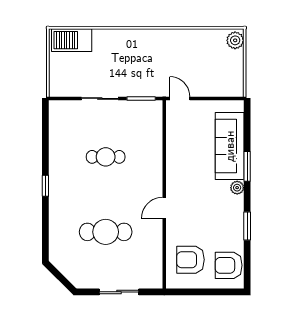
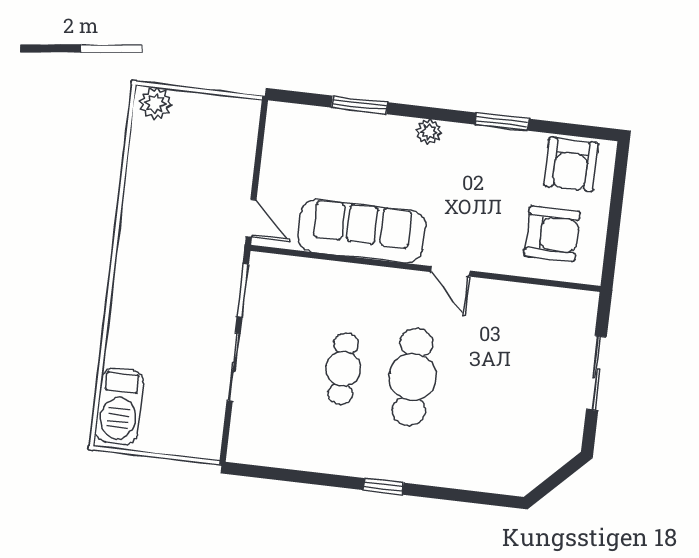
door: (180, 98) -> (251, 218), swing flipped
sofa: (230, 146) -> (362, 231), moved, turned 180
window: (247, 166) -> (359, 105), moved
cafe table: (106, 232) -> (413, 377), moved
armchair: (190, 260) -> (552, 234), turned -90

